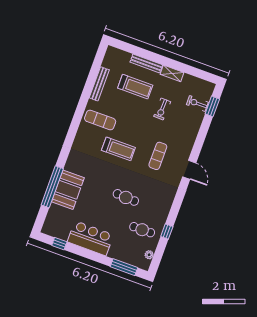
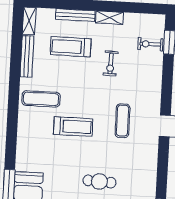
shelving: (109, 57) -> (29, 21), added
treadmill: (135, 87) -> (71, 47), turned 180

